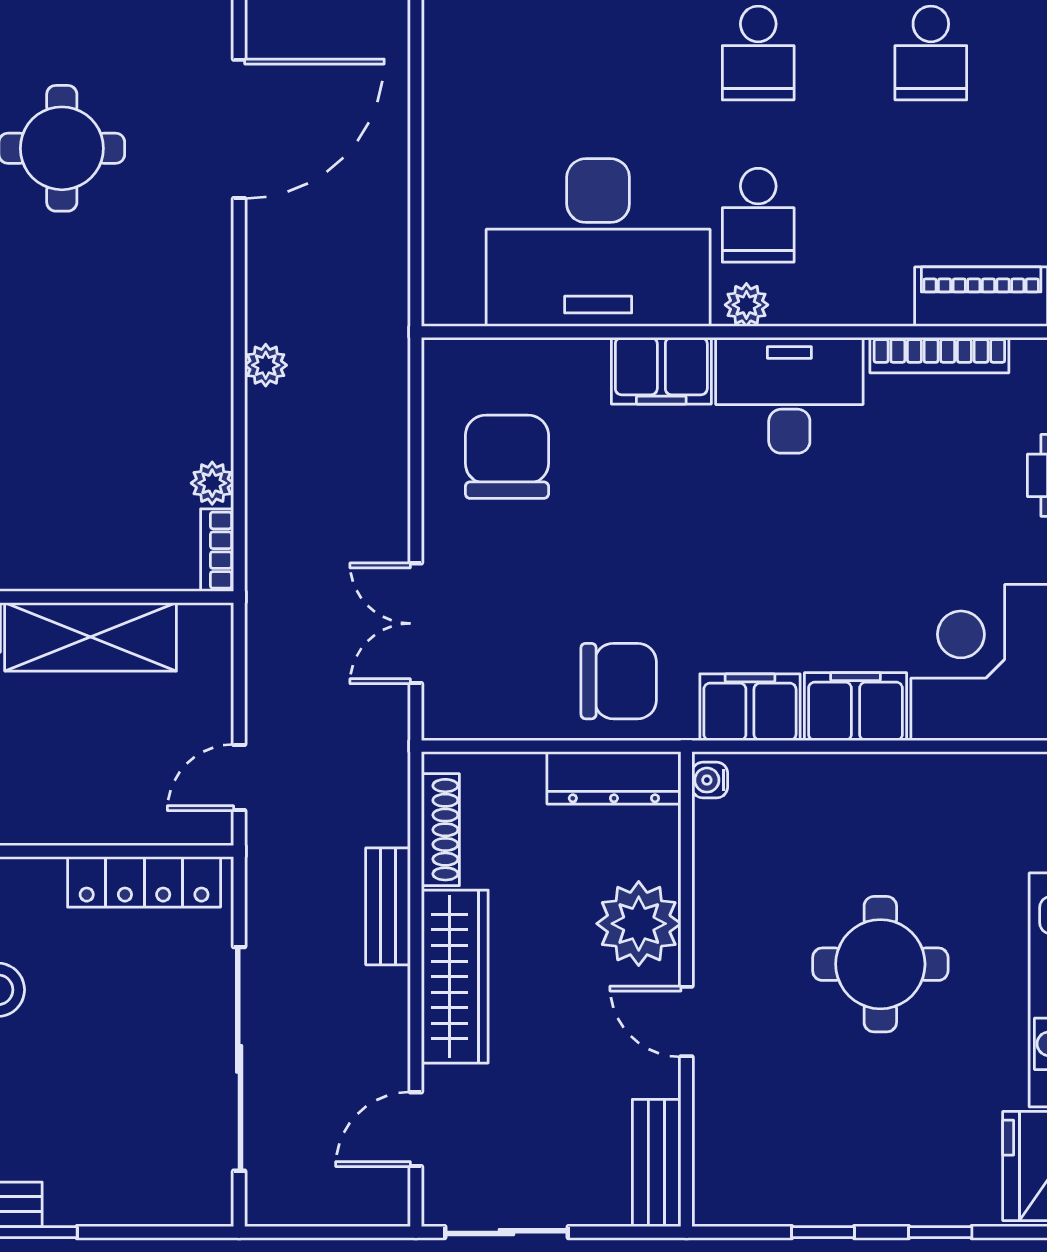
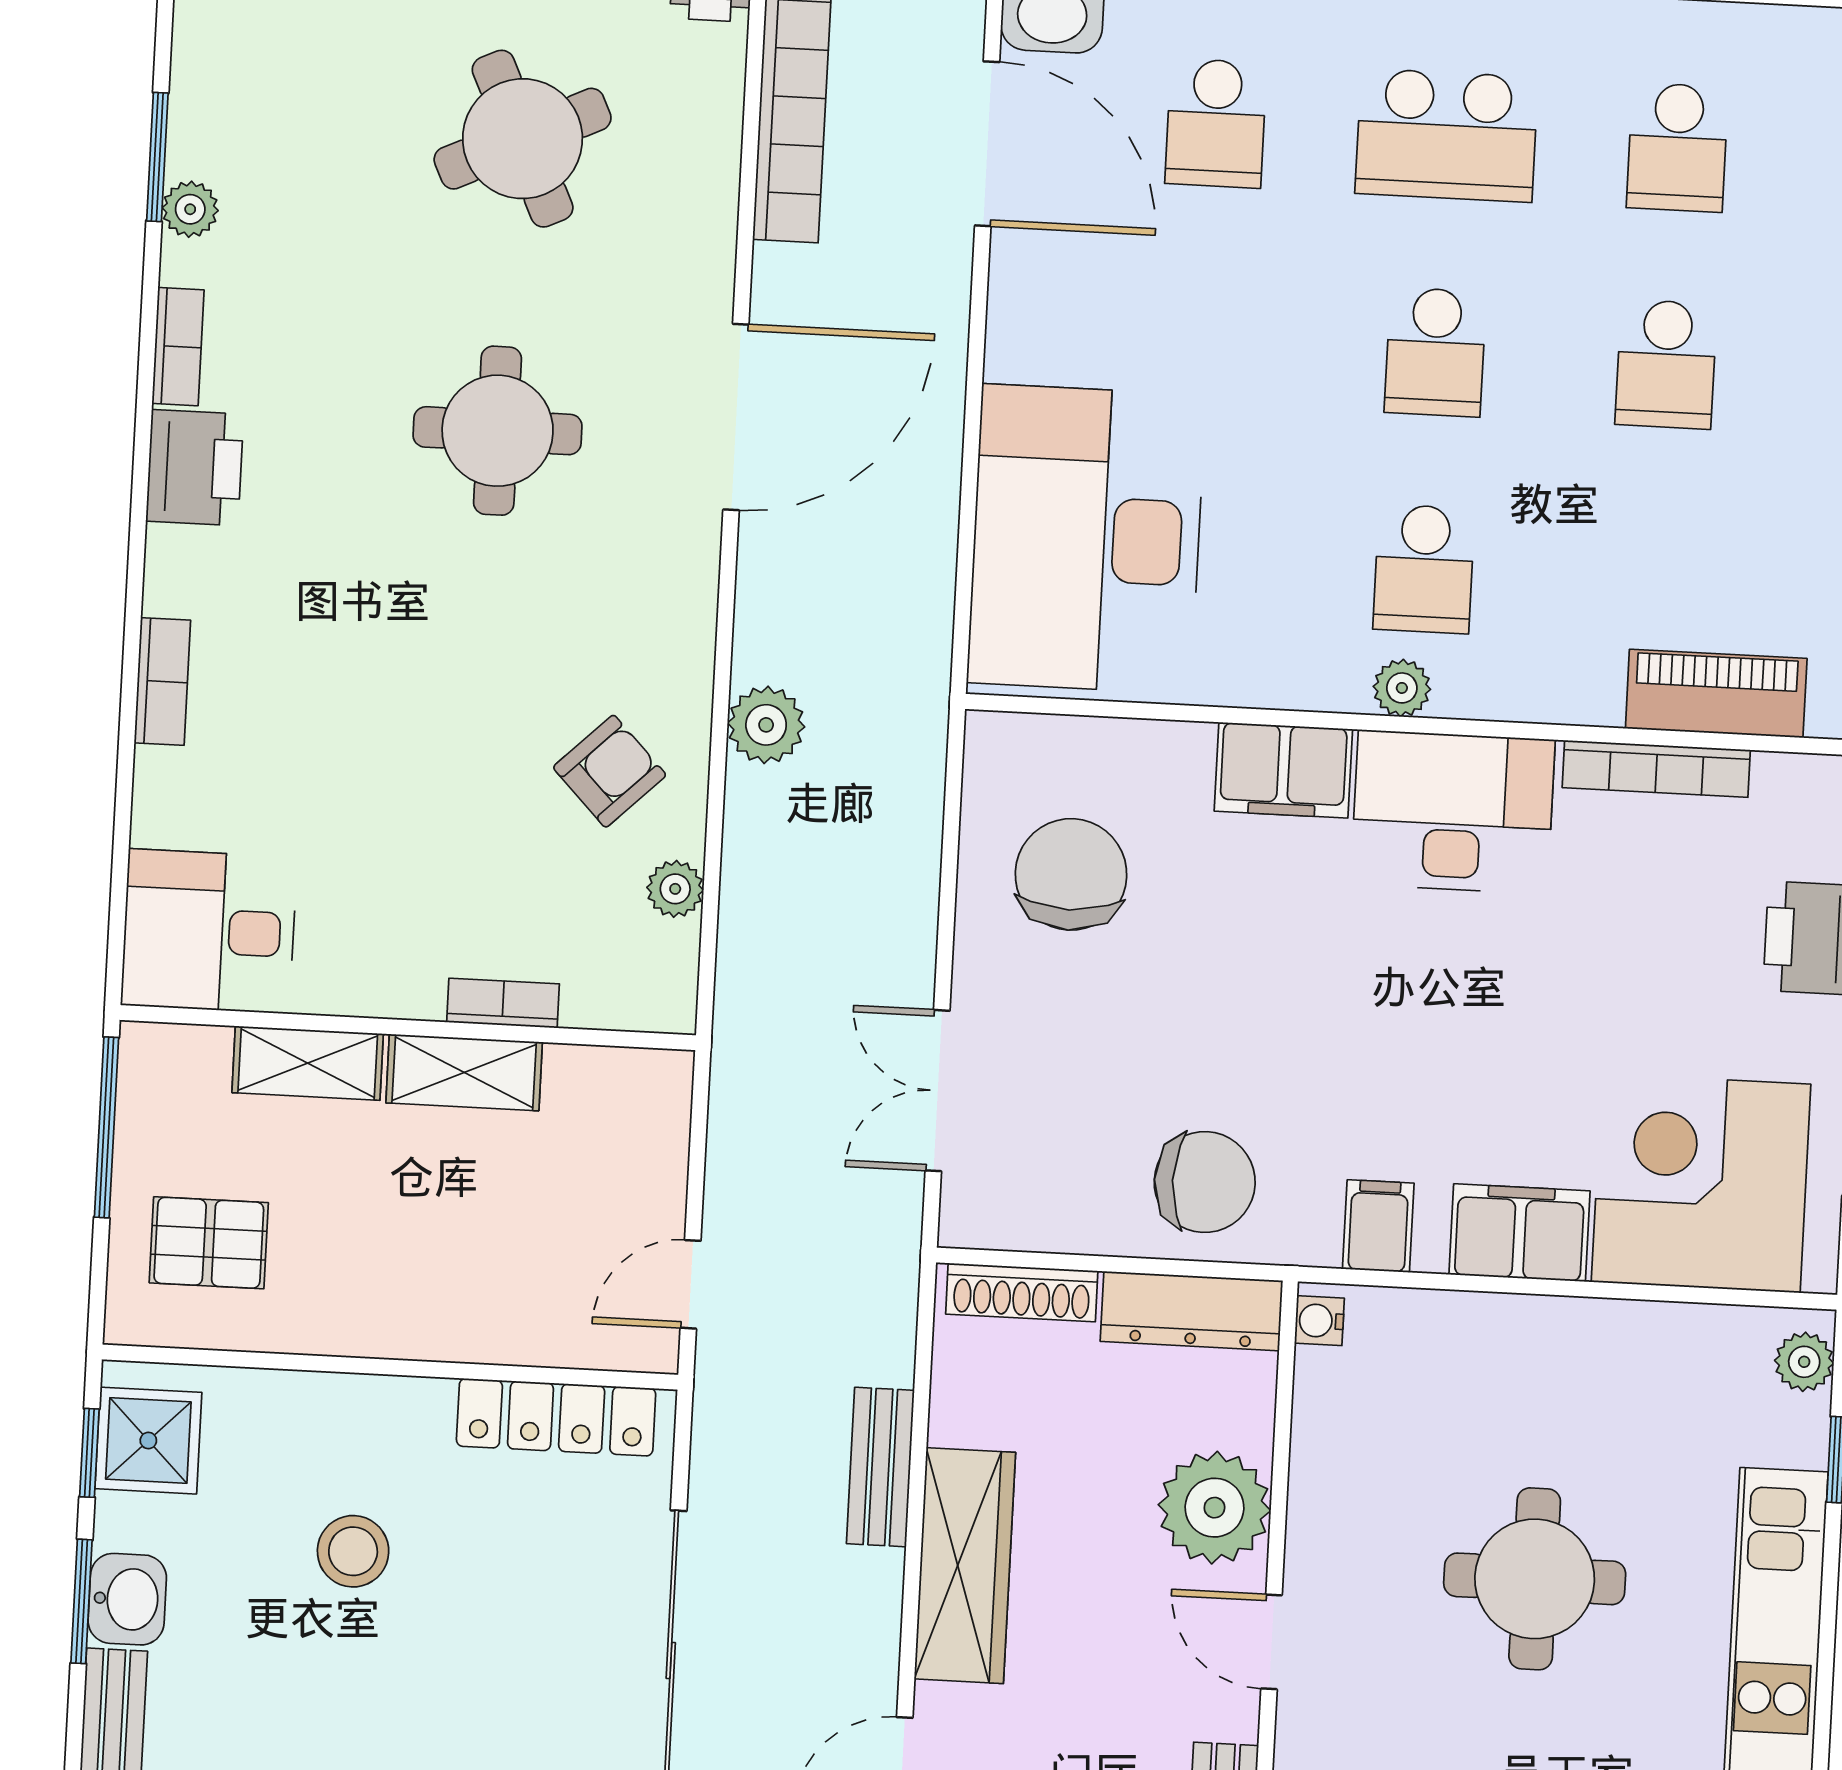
desk: (598, 243) -> (1086, 539), moved, turned 90
plant: (266, 365) -> (766, 725), width x1.38, depth x1.38
armchair: (159, 398) -> (610, 771), added
bookcase: (217, 550) -> (503, 1003), moved, turned 90
shelving: (91, 637) -> (464, 1072), width x0.67, depth x0.75
filing cabinet: (750, 707) -> (1378, 1226), width x0.50
shoe rack: (440, 830) -> (1022, 1293), moved, turned 90

